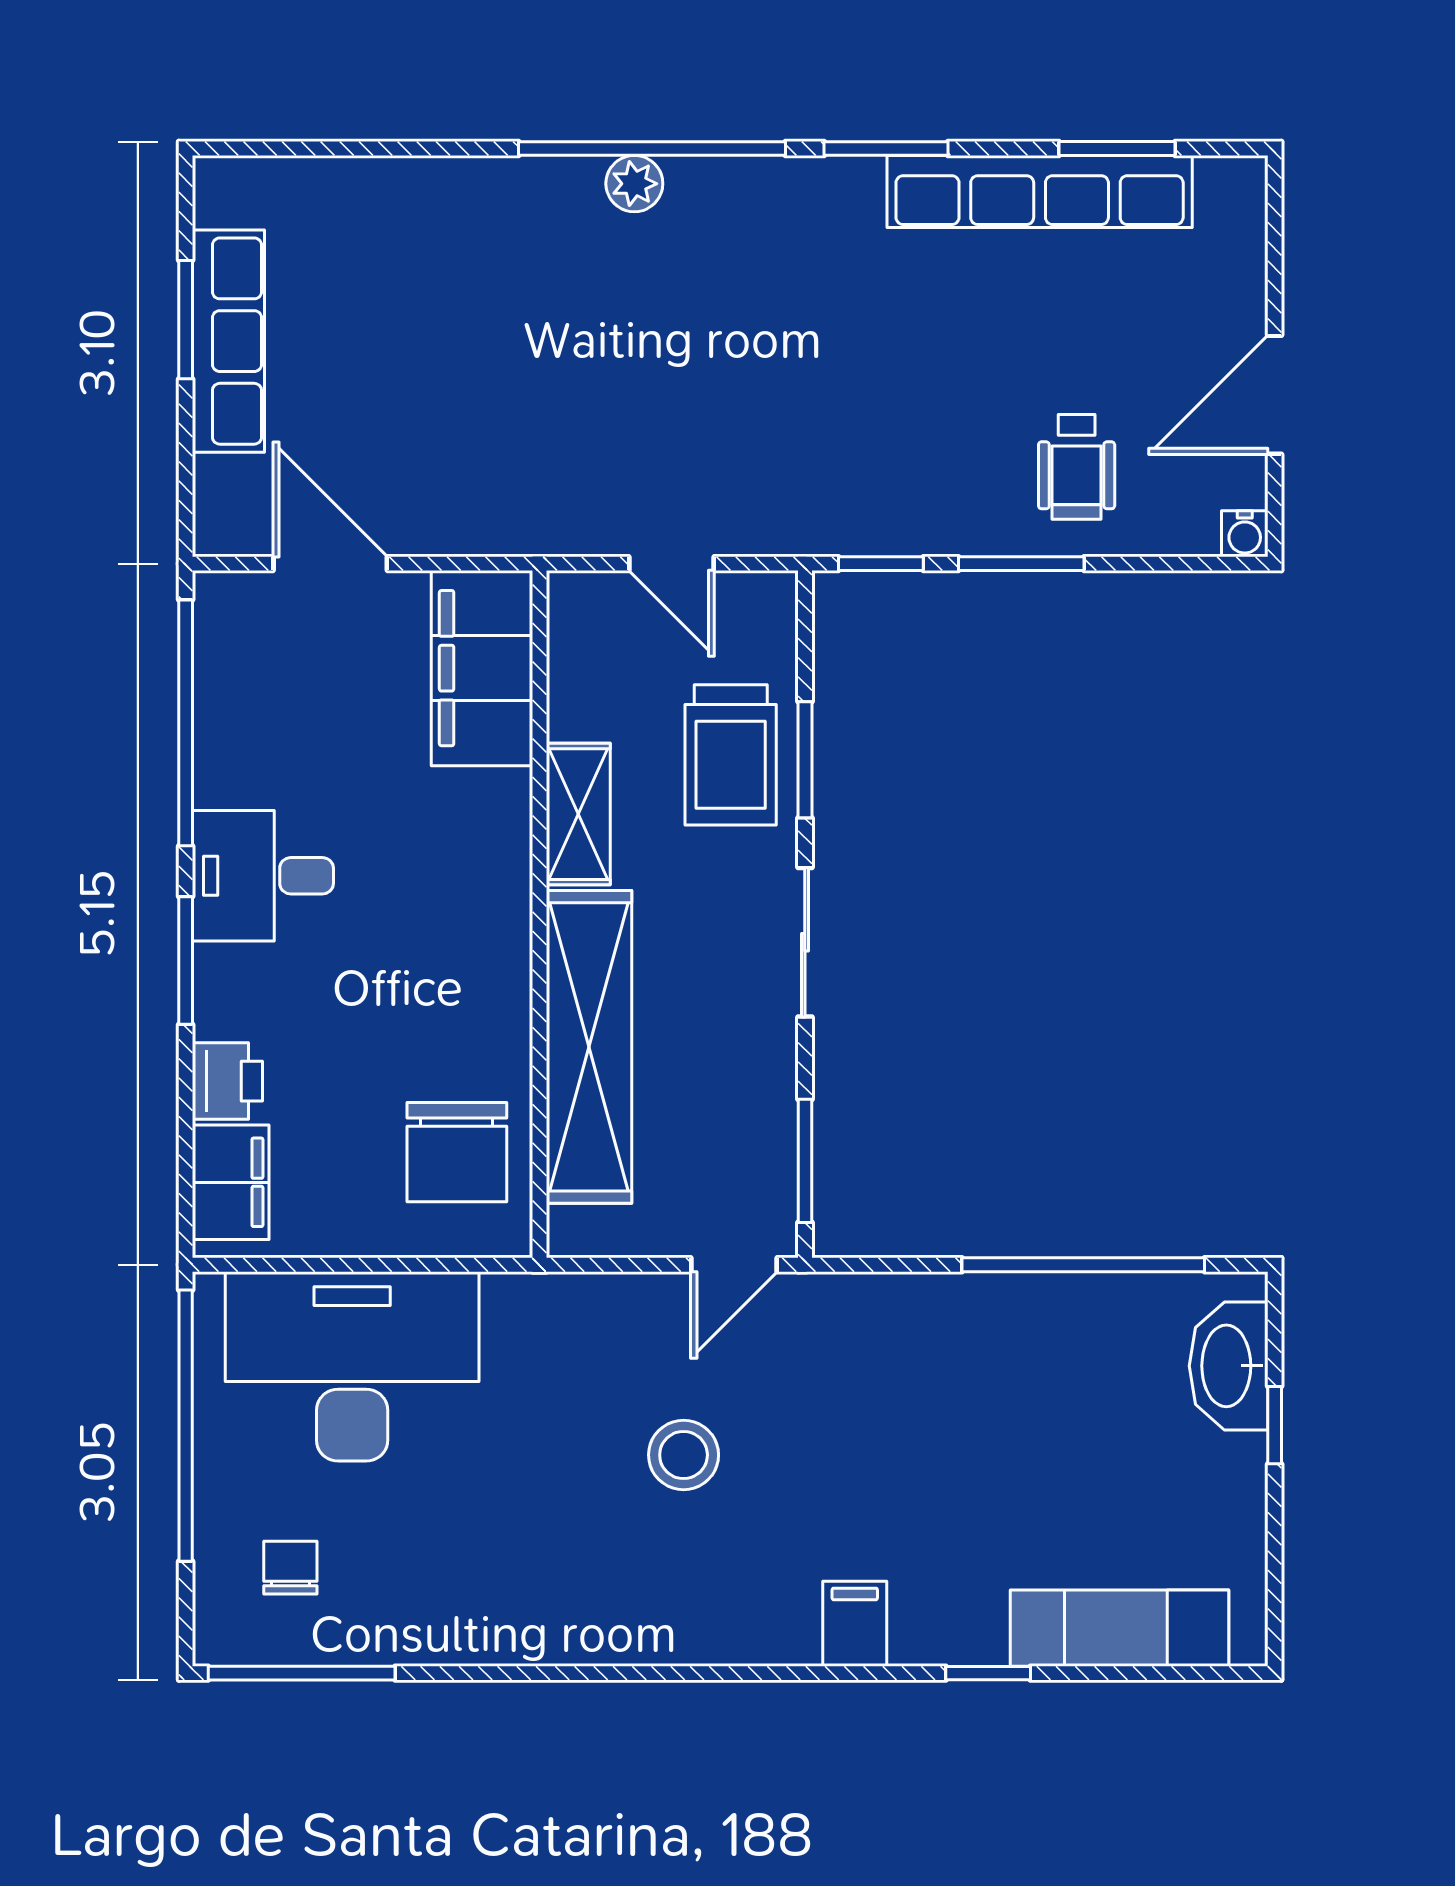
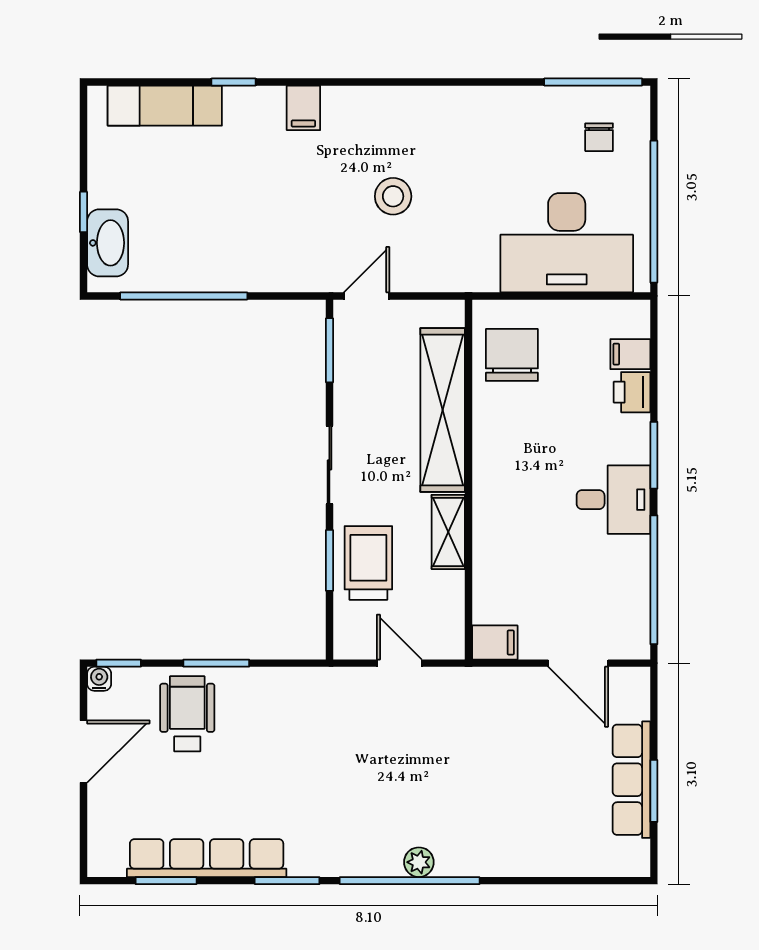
wheelchair: (1077, 467) -> (187, 714), width x1.36, depth x1.37
window: (881, 564) -> (119, 663), moved
filing cabinet: (482, 668) -> (495, 642), width x0.33, depth x0.86
filing cabinet: (231, 1182) -> (630, 354), width x0.50

